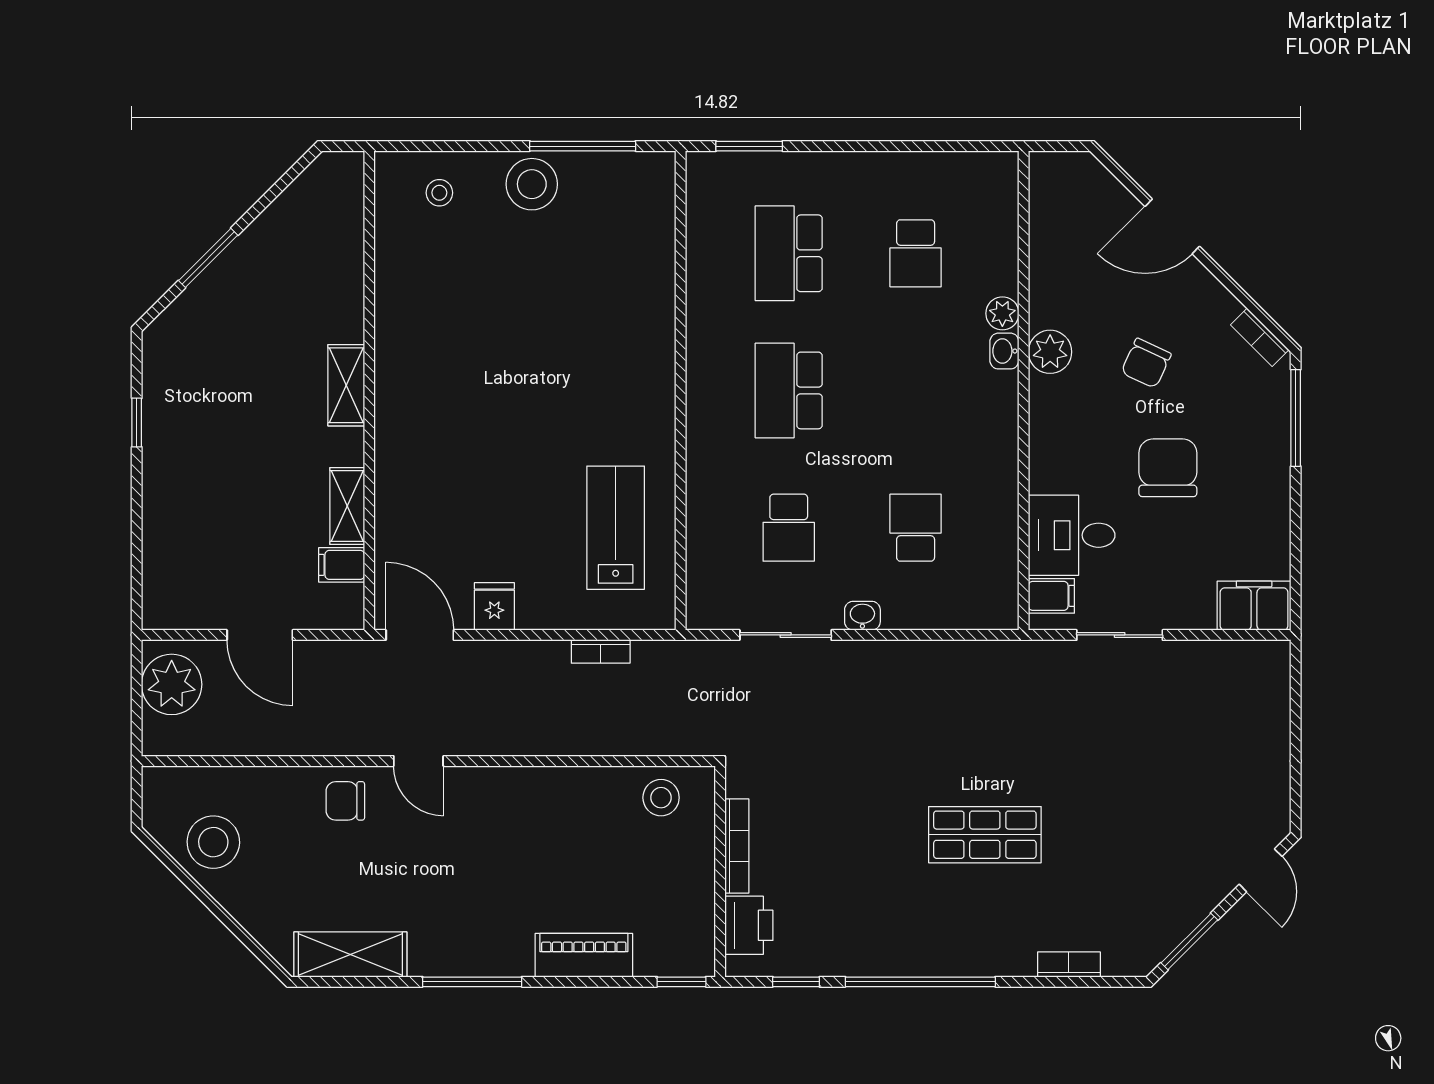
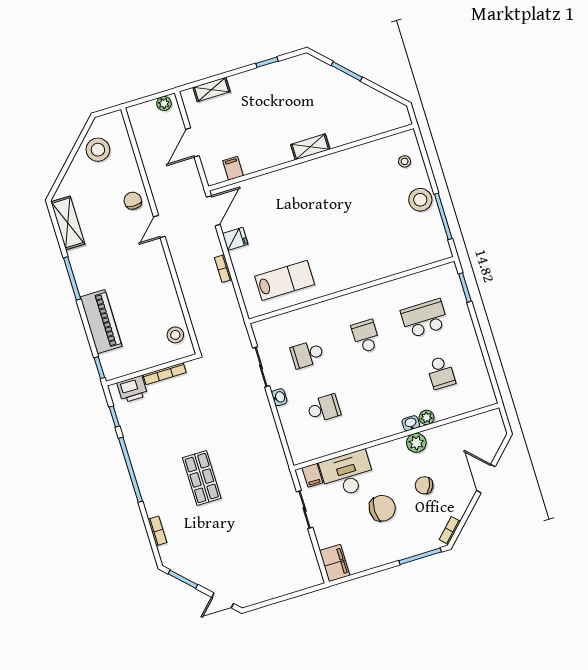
school desk: (916, 253) -> (441, 373), turned -90
school desk: (789, 390) -> (366, 336), width x0.54
shelving: (347, 506) -> (212, 89), moved
desk: (1072, 535) -> (347, 474), width x1.37
bookcase: (601, 651) -> (223, 269), moved
plant: (172, 684) -> (164, 103), width x0.53, depth x0.53
piano: (584, 955) -> (101, 322), width x1.37, depth x1.33

